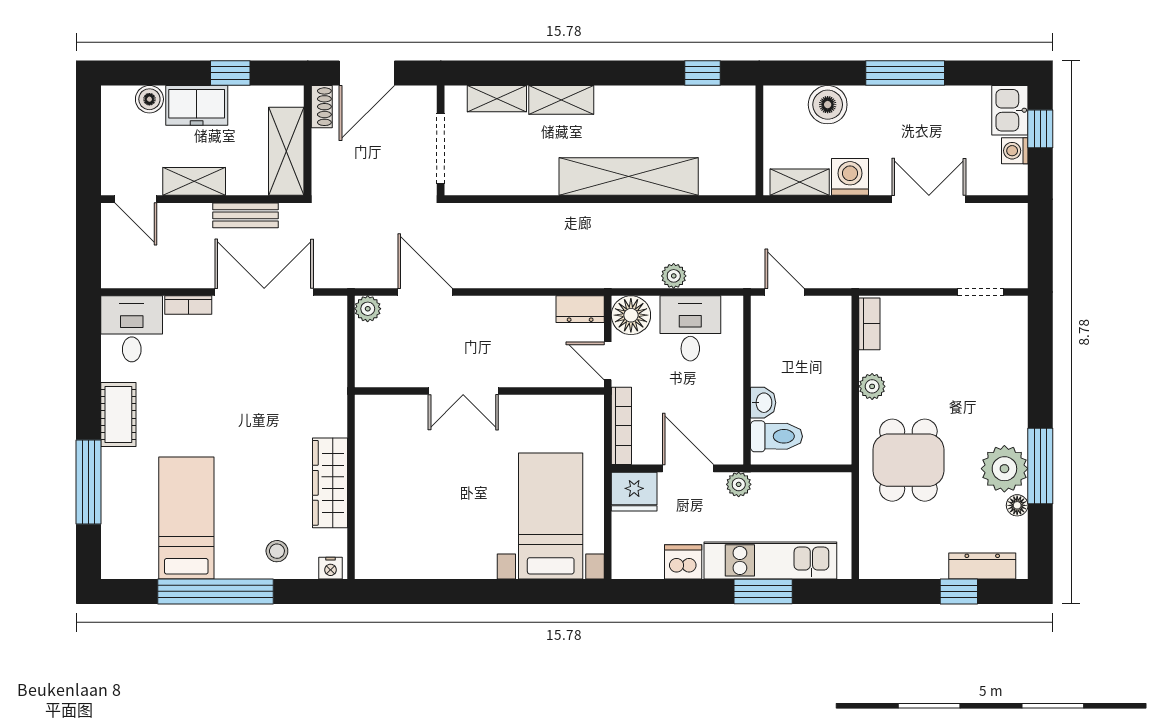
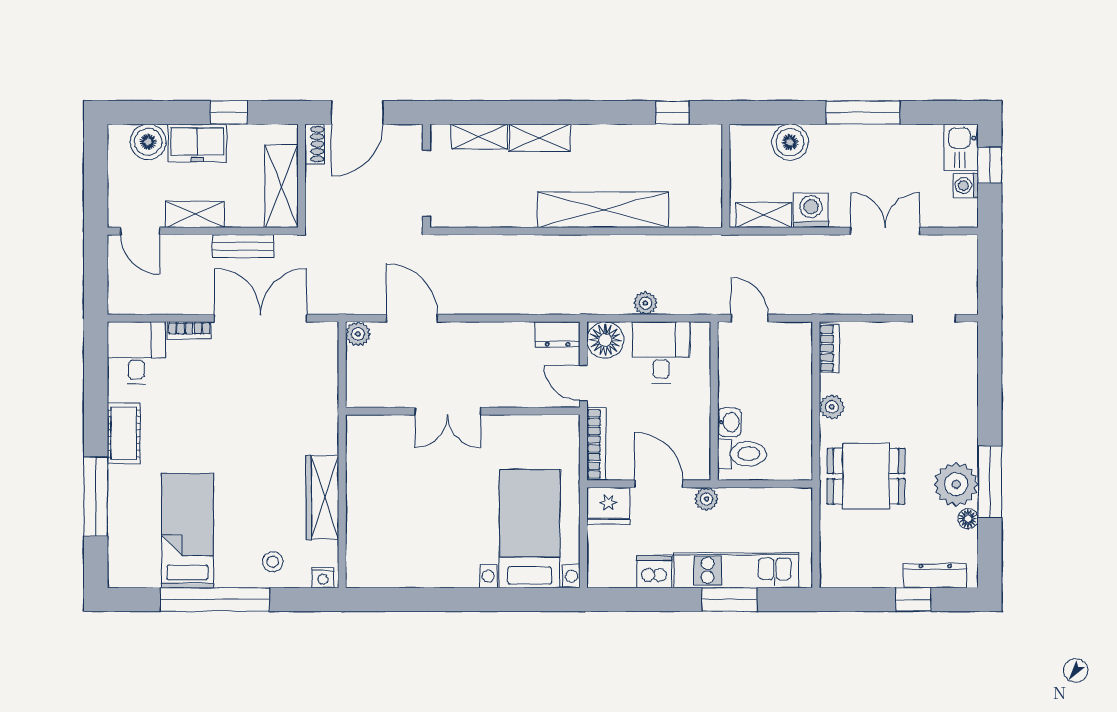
boiler: (149, 99) -> (148, 142), width x1.36, depth x1.36
dining table: (908, 460) -> (866, 476), turned 90

